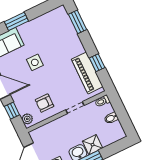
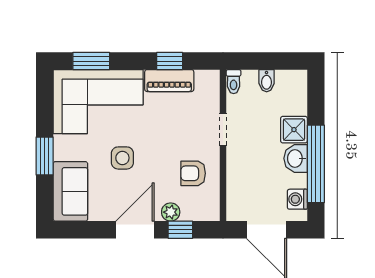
corner sofa: (58, 36) -> (98, 102), added
piano: (87, 73) -> (169, 81), width x0.73, depth x0.75
armchair: (45, 103) -> (193, 173), turned 90
plant: (27, 119) -> (171, 212), moved

